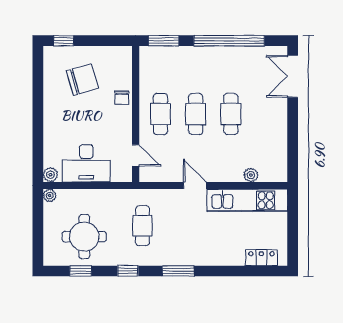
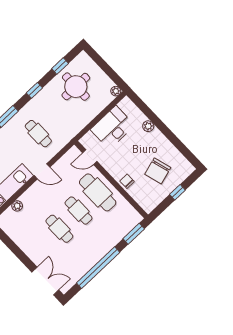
window: (64, 41) -> (177, 192), moved
cafe table: (160, 114) -> (98, 192), width x1.37, depth x1.35
plant: (50, 175) -> (148, 126), moved
cafe table: (143, 226) -> (38, 134), moved

